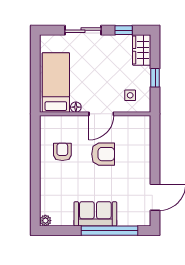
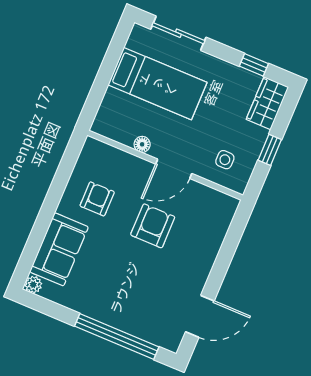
sliding door: (83, 30) -> (178, 33), moved
bed: (56, 83) -> (158, 84), moved, turned 90
armchair: (103, 154) -> (153, 226), turned -90
sofa: (95, 214) -> (59, 249), moved, turned 90

